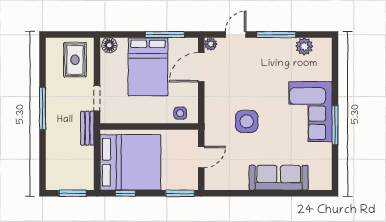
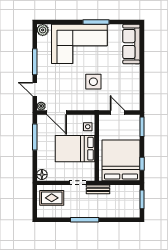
plant: (304, 46) -> (43, 30), moved
bed: (148, 67) -> (75, 149), moved, turned 180
corner sofa: (310, 112) -> (79, 44), width x1.36, depth x1.36
sofa: (279, 178) -> (131, 44), moved

